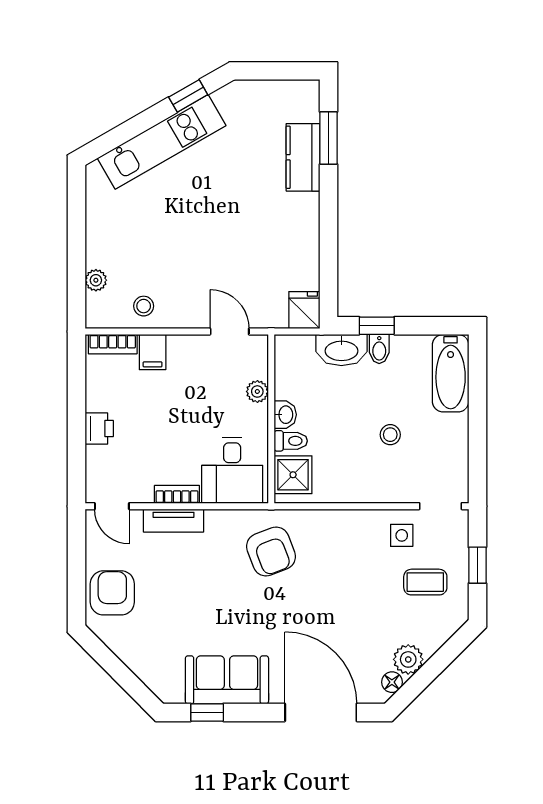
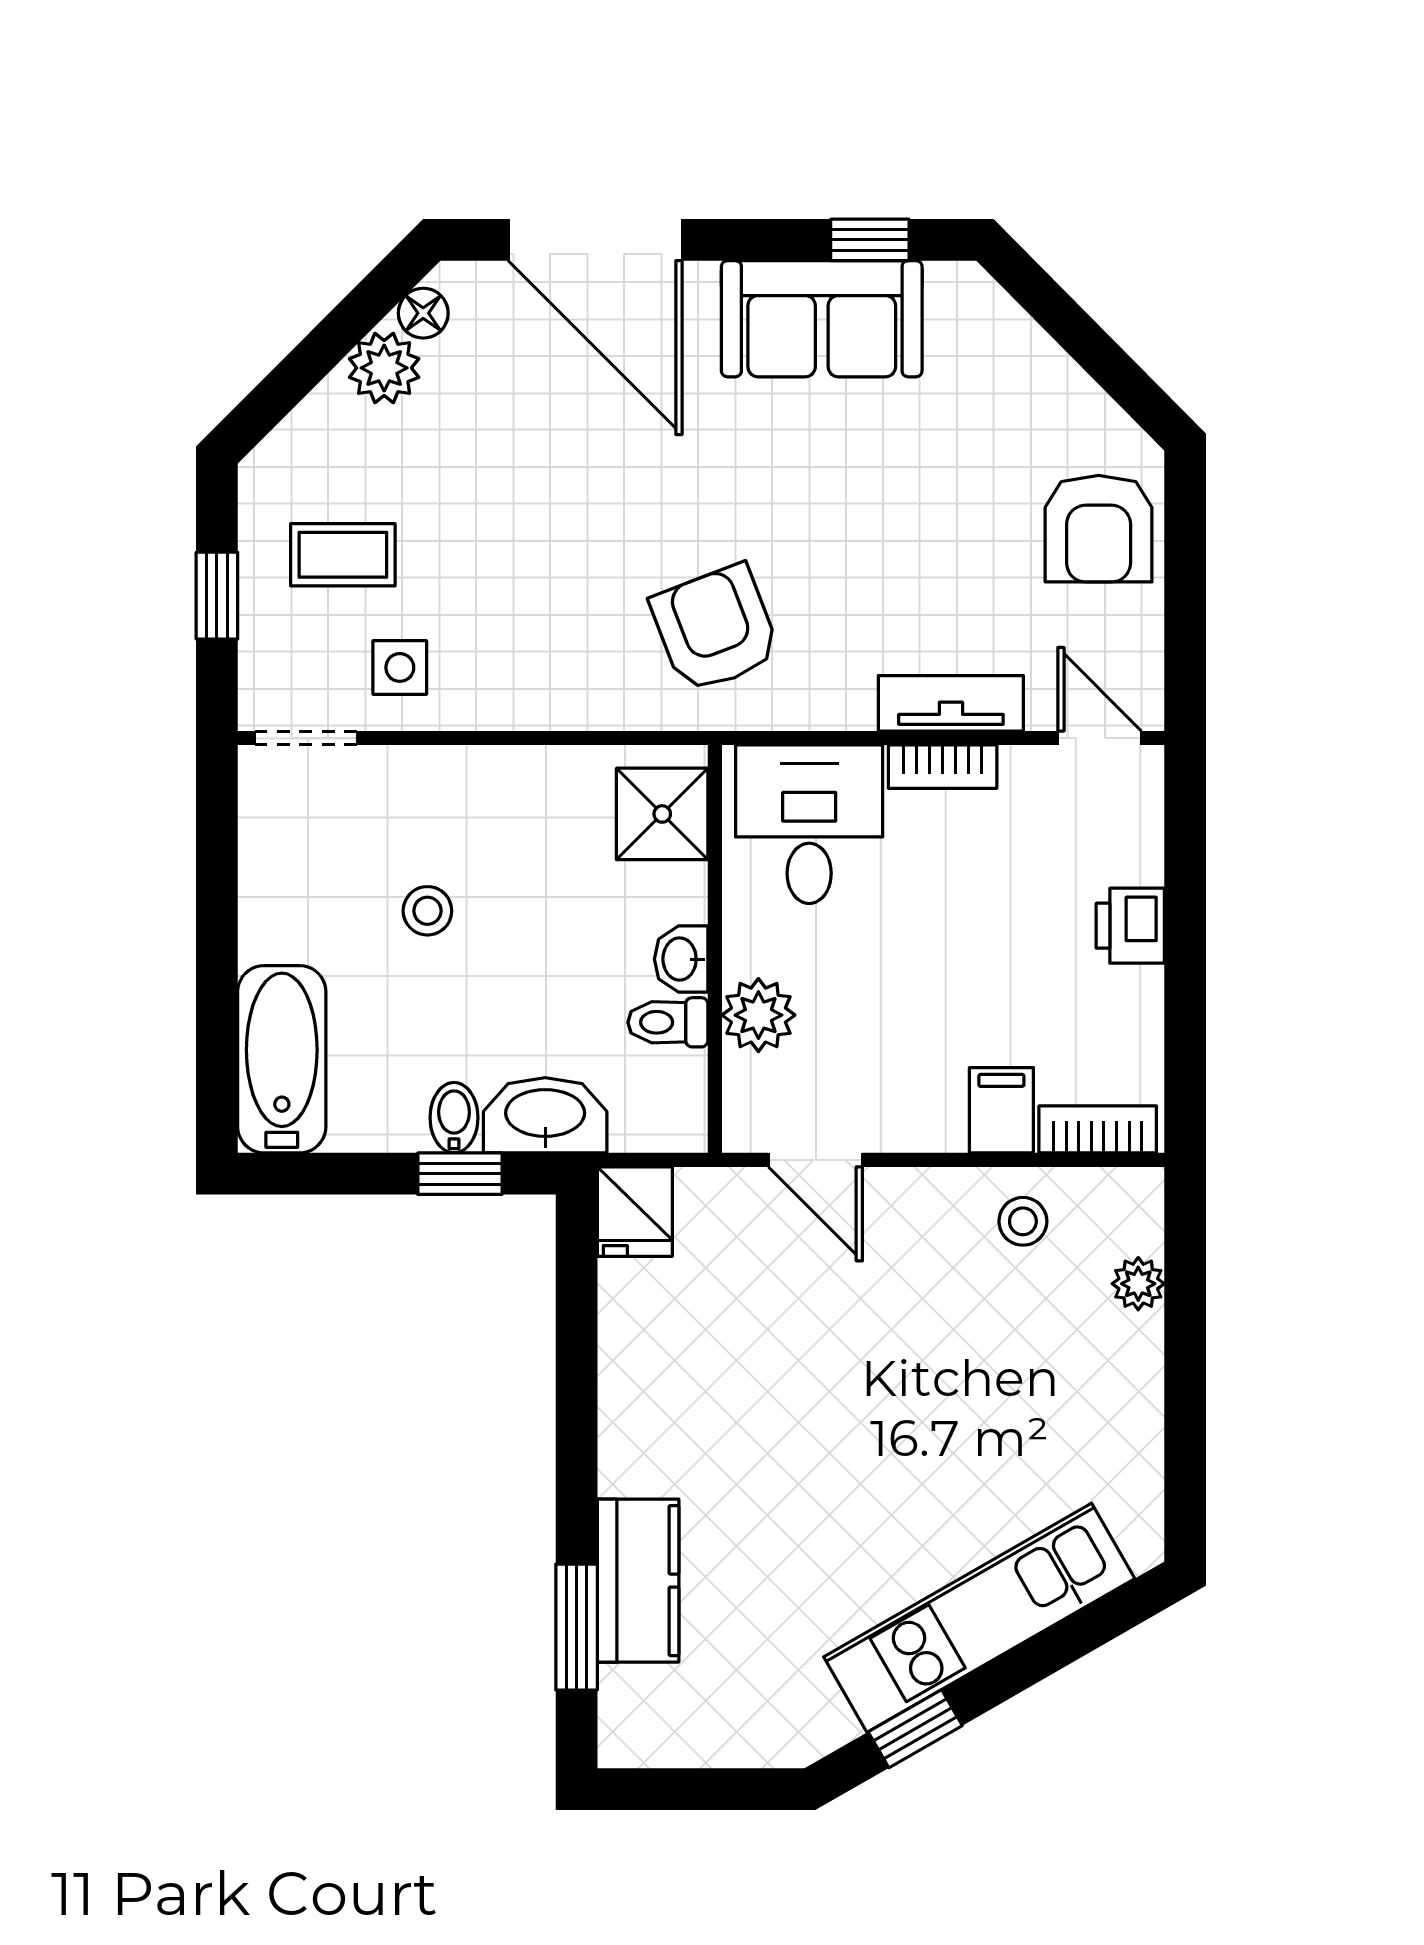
plant: (257, 391) -> (758, 1015), width x1.38, depth x1.38
toilet: (291, 441) -> (668, 1022), moved

